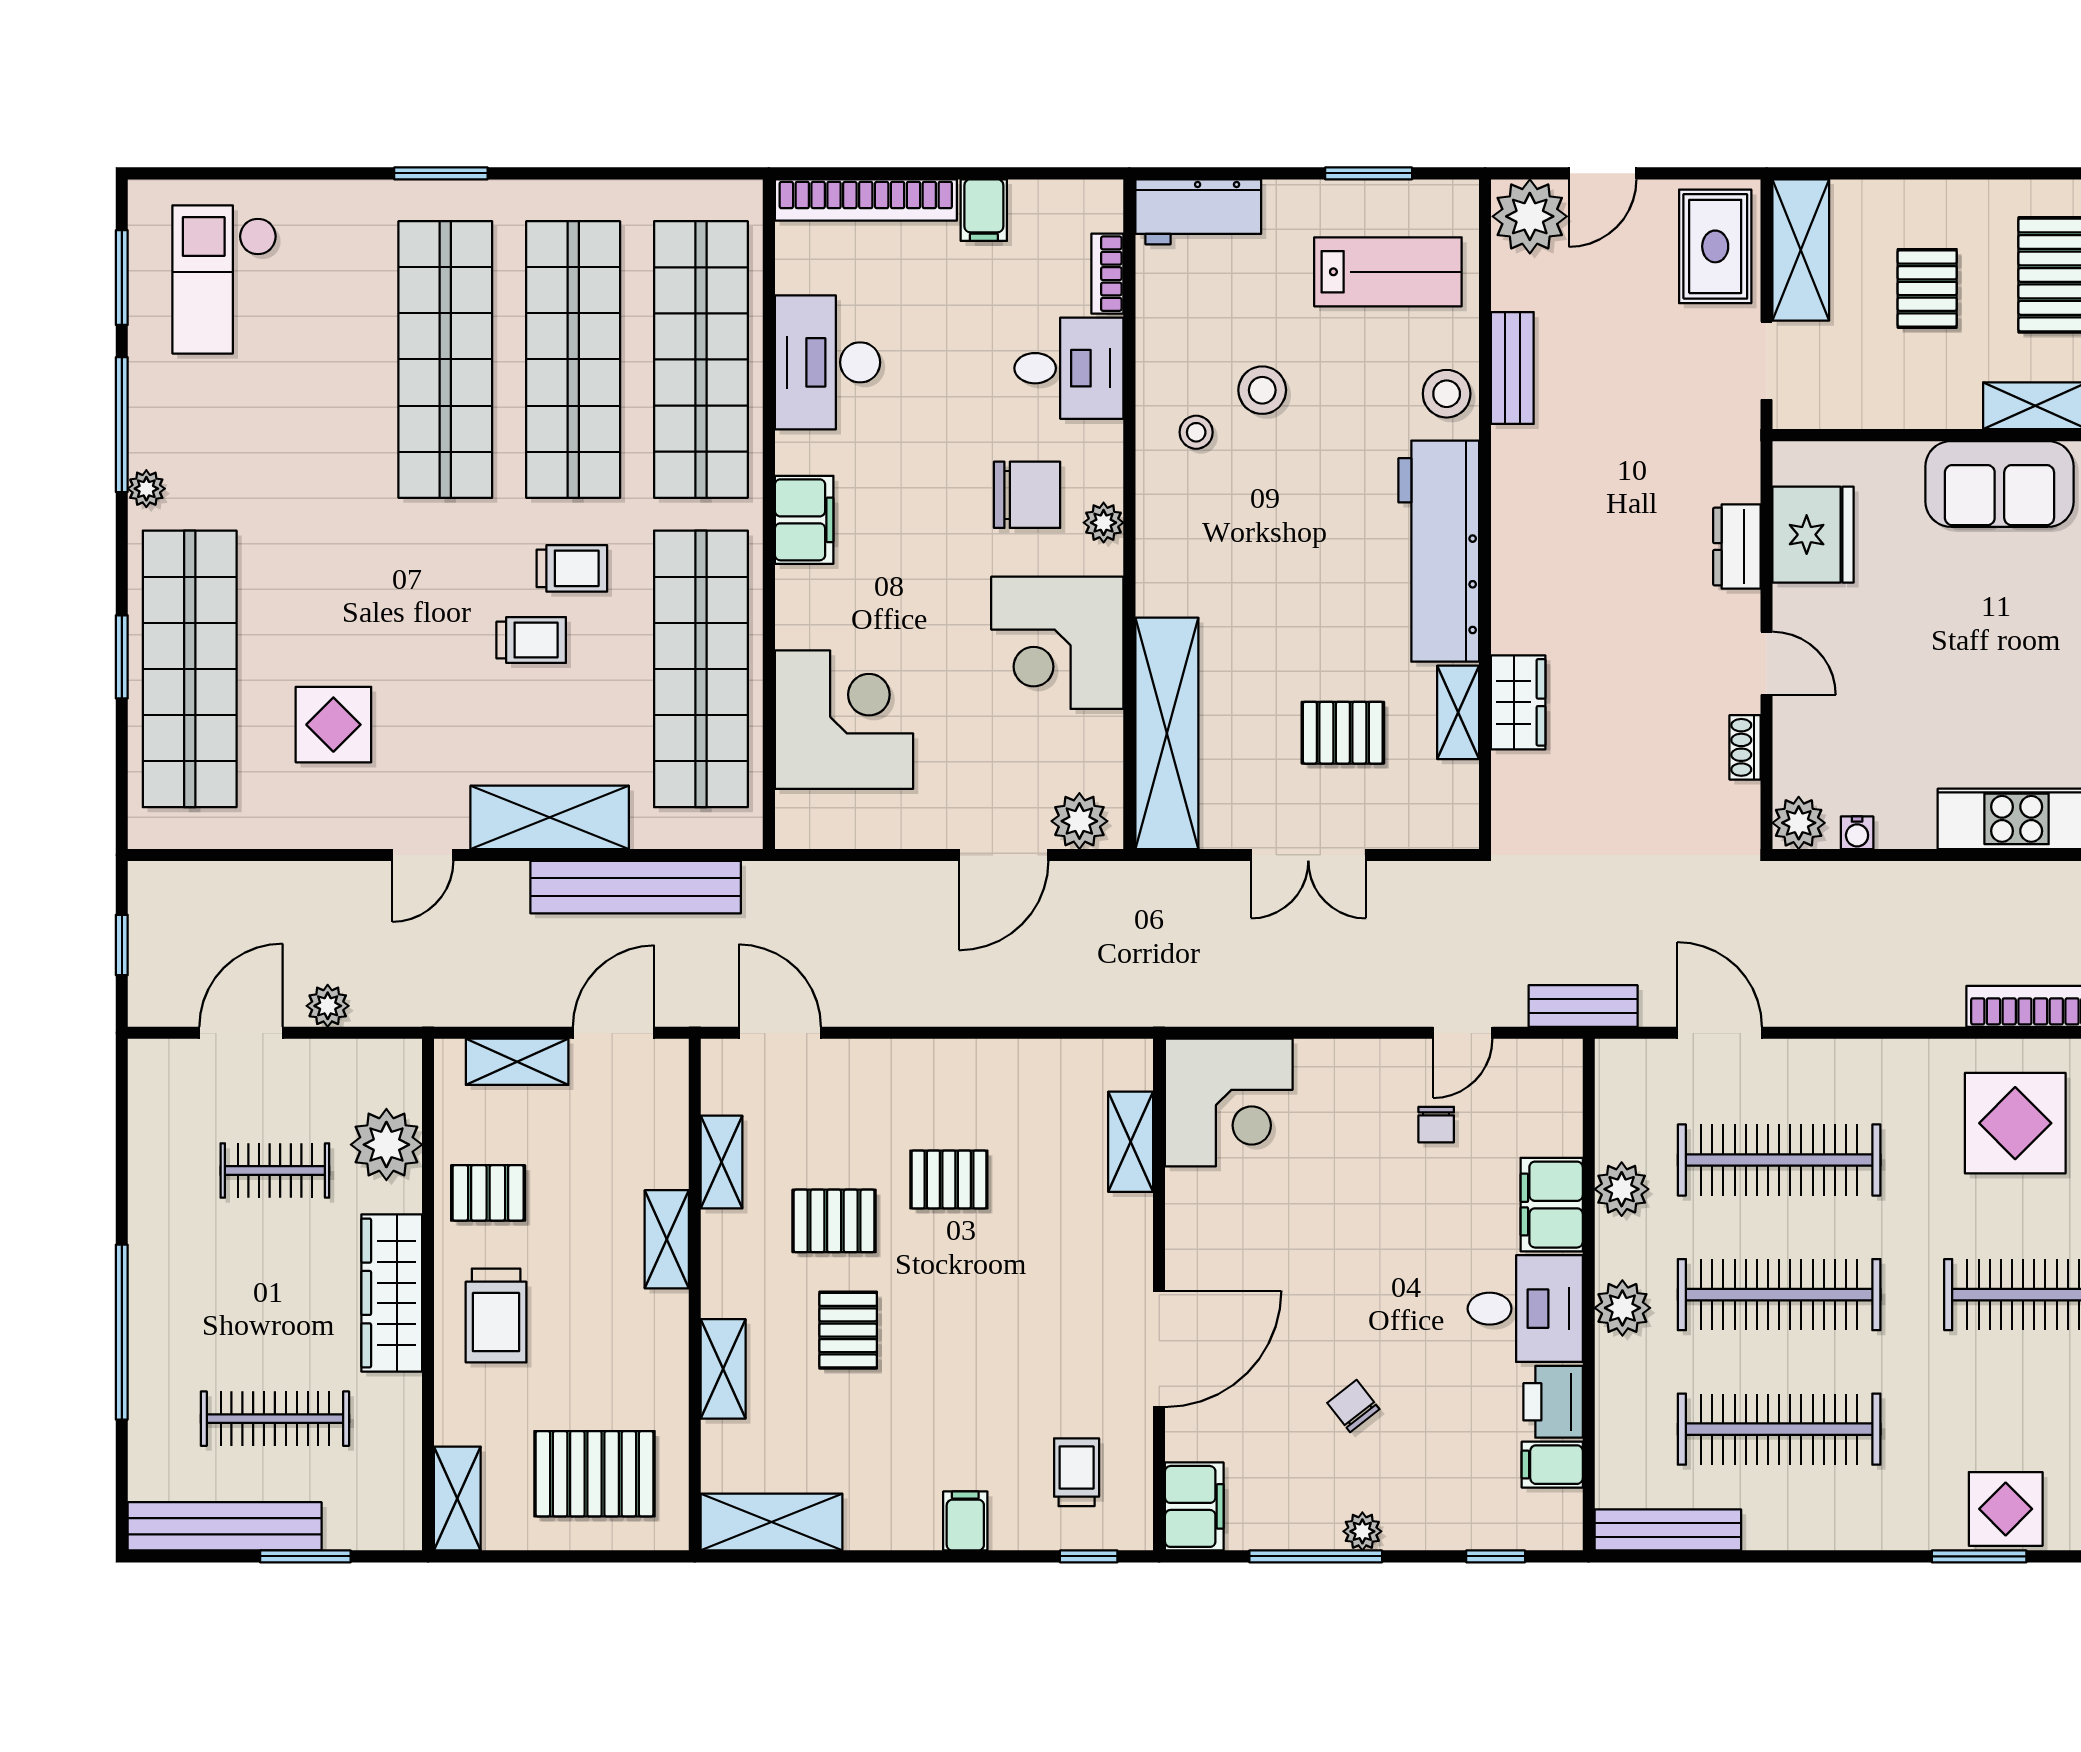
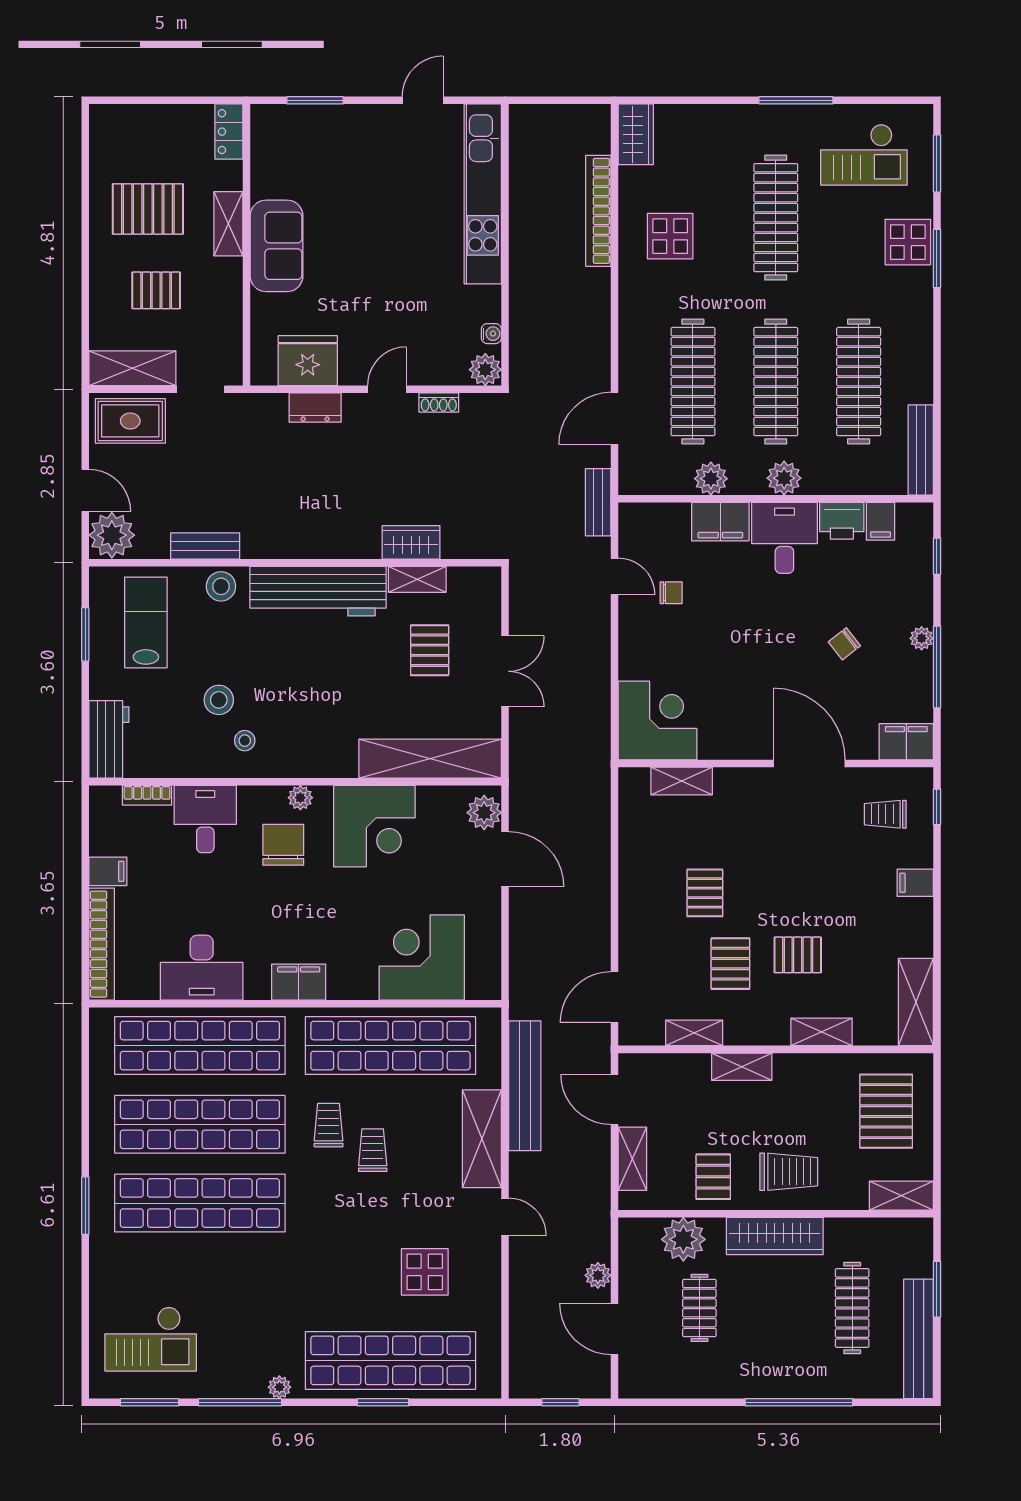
display table: (2015, 1123) -> (670, 236), width x0.73, depth x0.73

